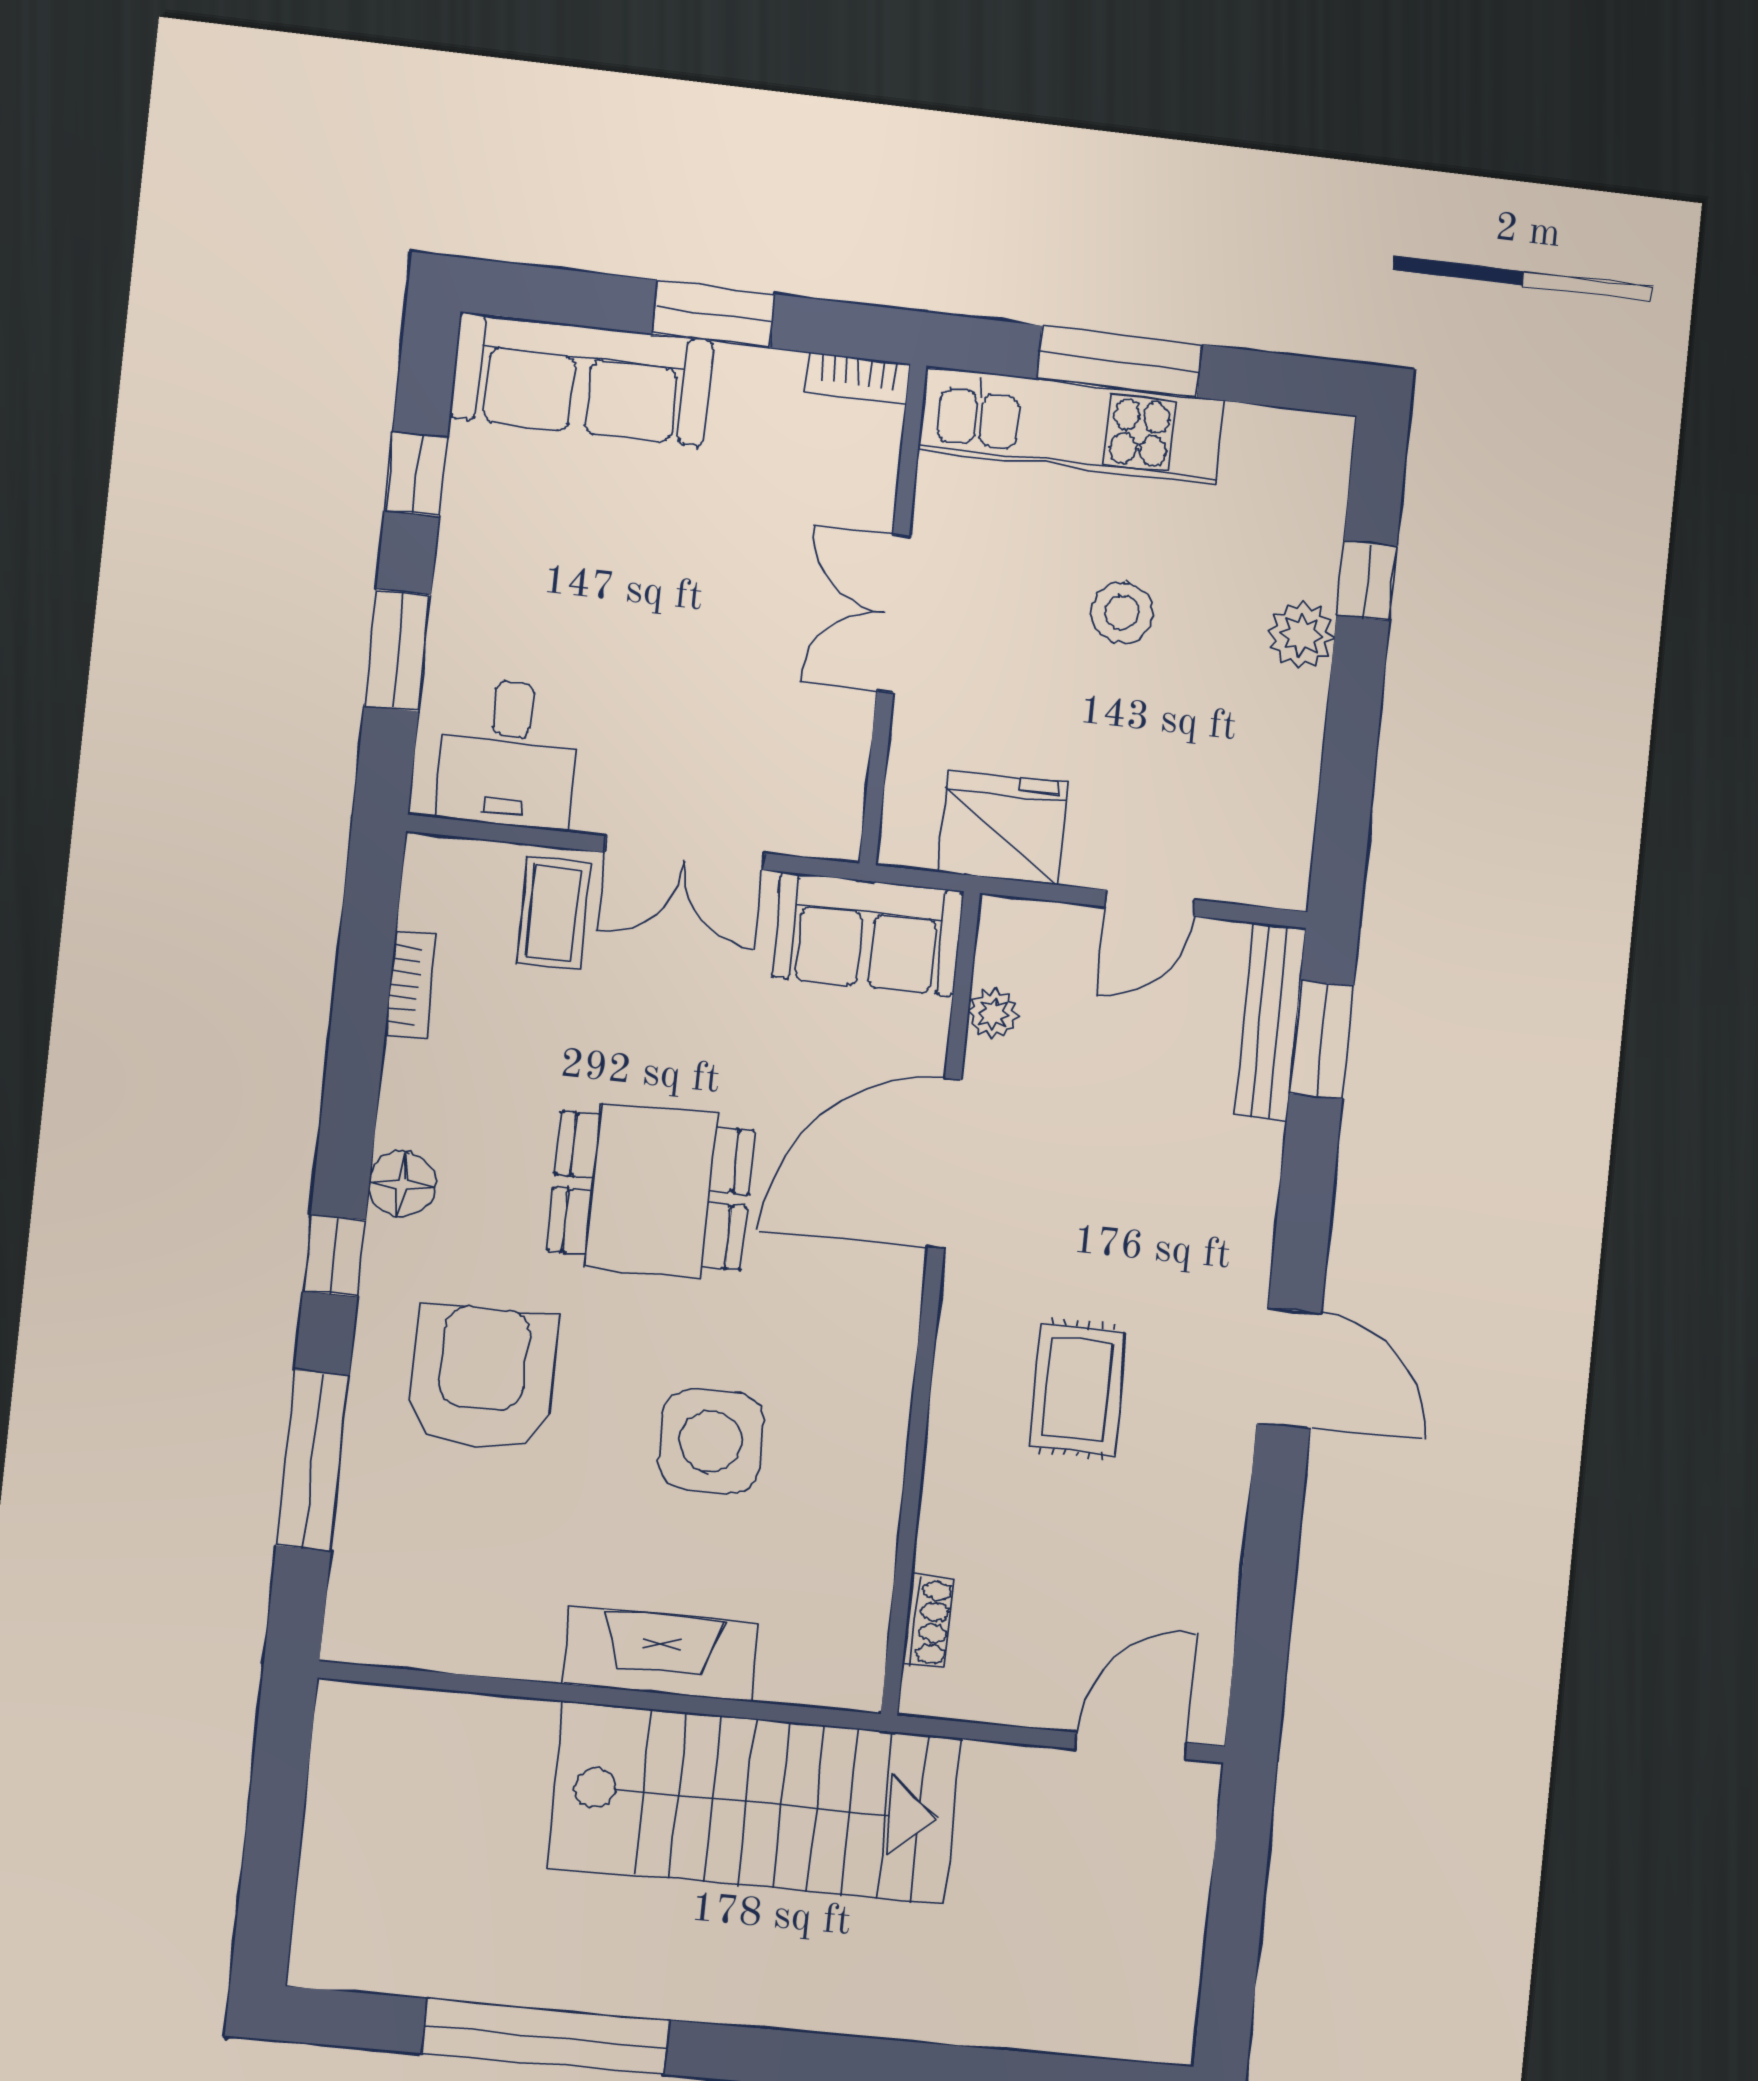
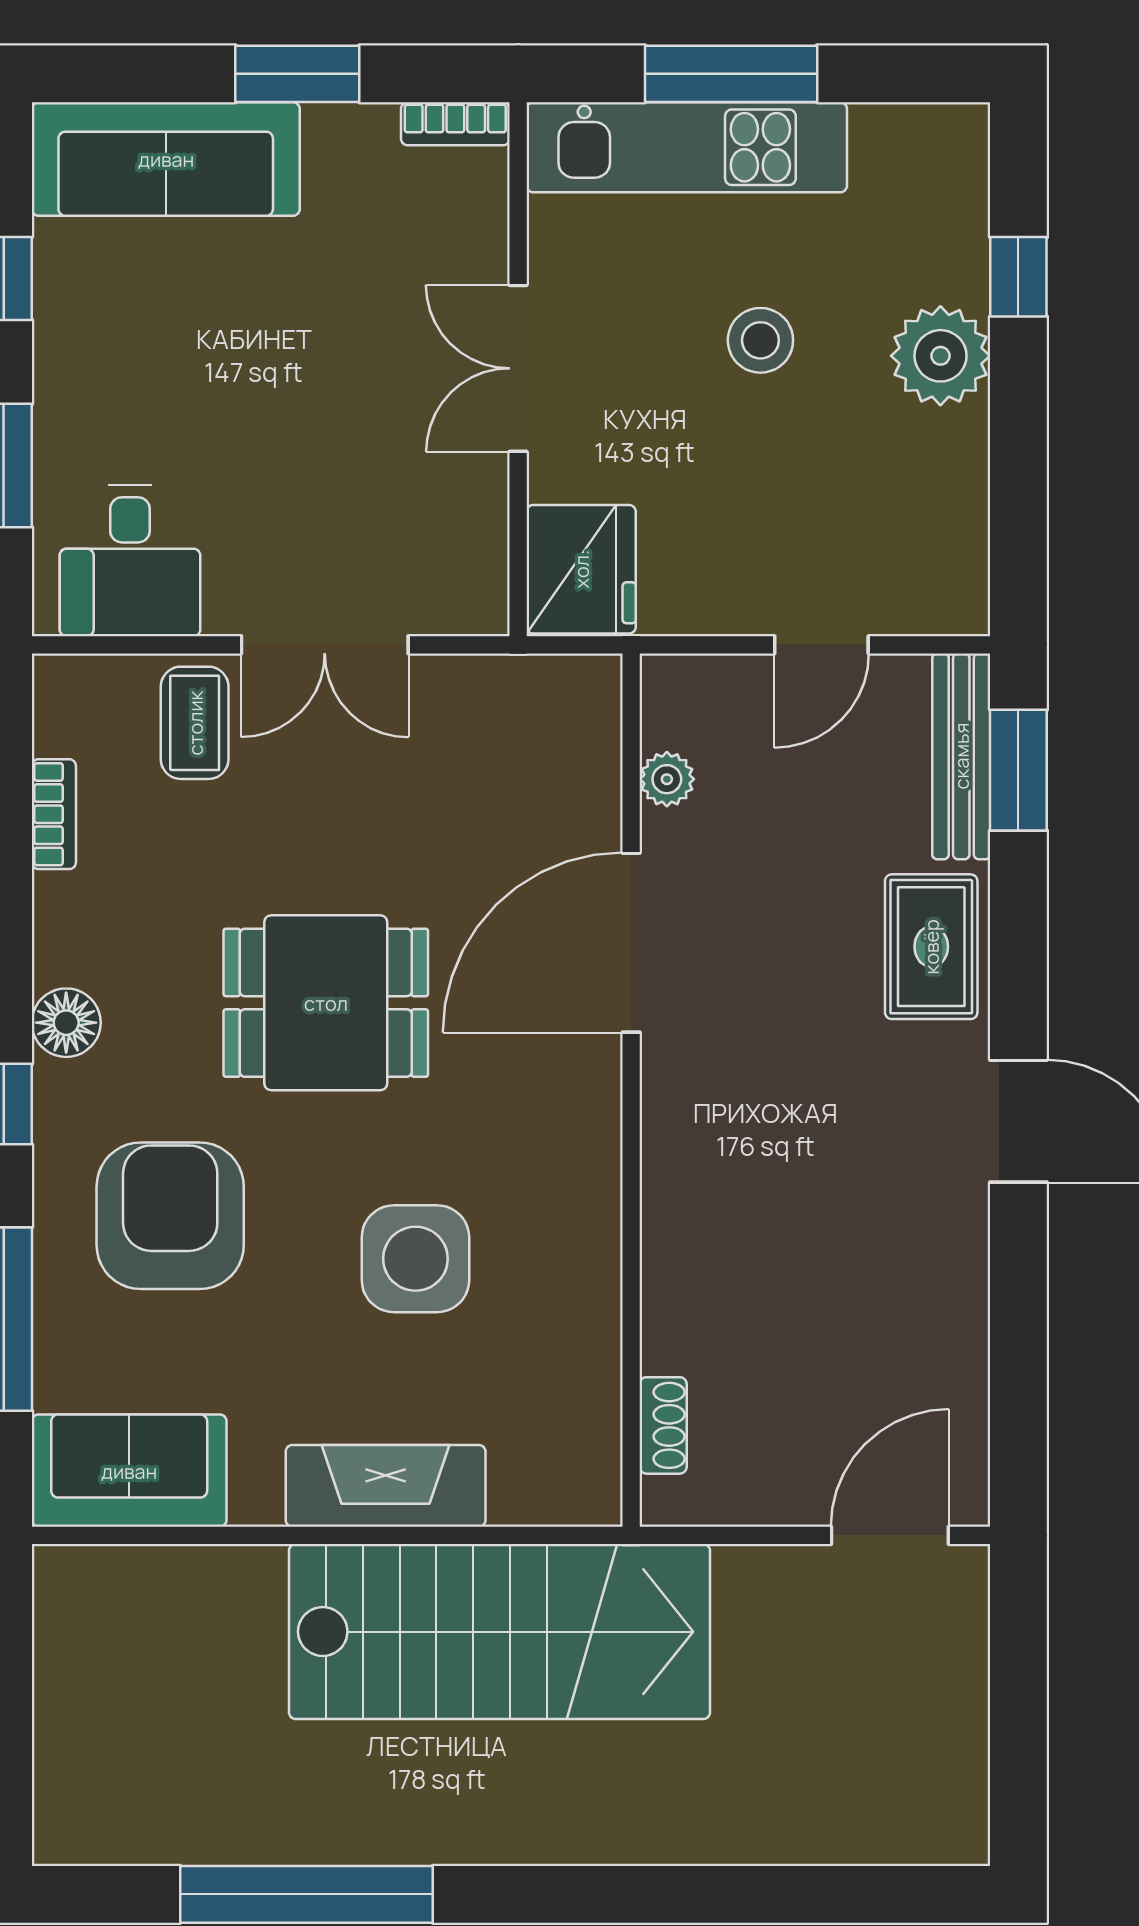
plant: (1301, 635) -> (940, 356), width x1.36, depth x1.36
fridge: (1003, 828) -> (581, 569), moved, turned 90
sofa: (867, 934) -> (129, 1471), moved, turned 180
rug: (1077, 1389) -> (931, 947), moved

